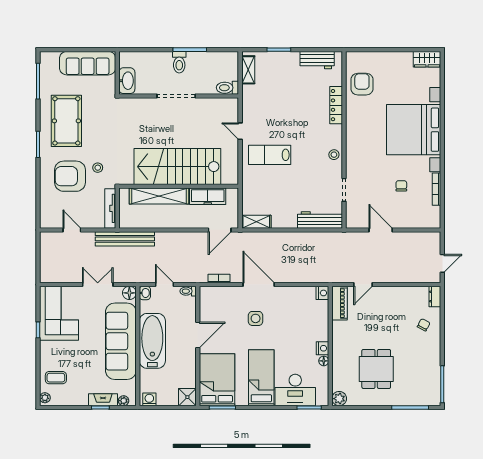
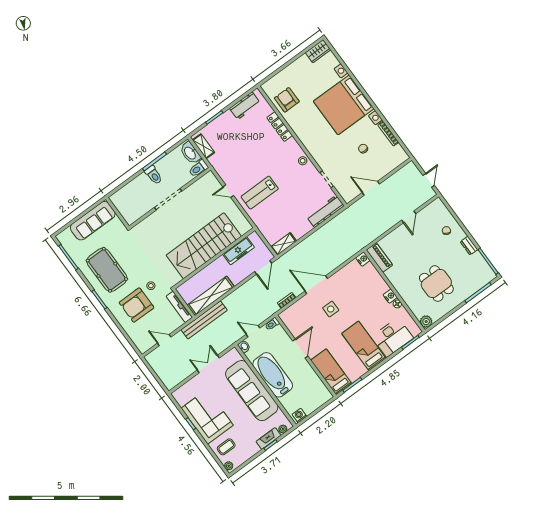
washbasin: (127, 81) -> (190, 153), moved, turned 180
shelving: (159, 196) -> (211, 296), moved
door: (363, 285) -> (409, 217), moved
floor lamp: (129, 293) -> (234, 354), removed
dresser: (435, 296) -> (469, 246), moved
corner sofa: (59, 313) -> (207, 417), moved
bed: (217, 380) -> (331, 372), width x0.67
shower: (187, 397) -> (324, 395), removed

